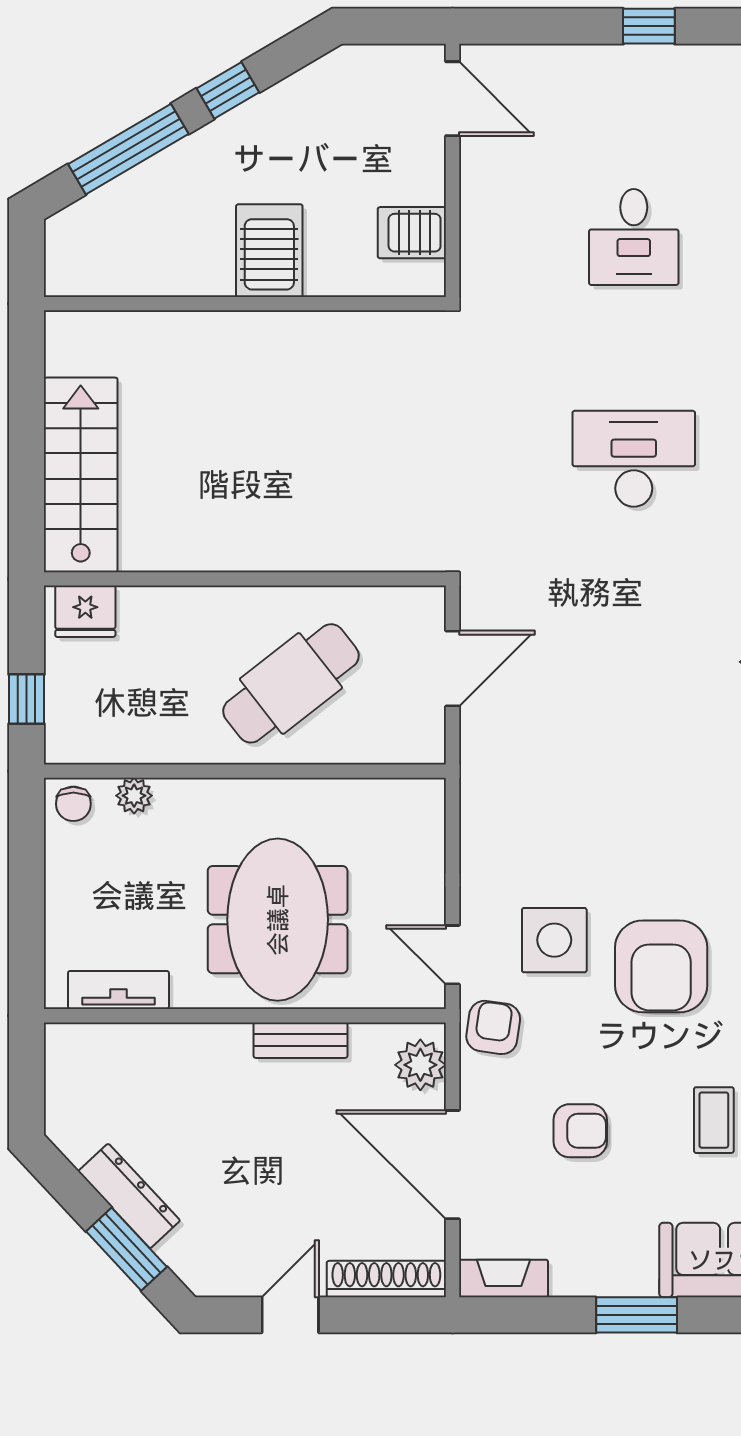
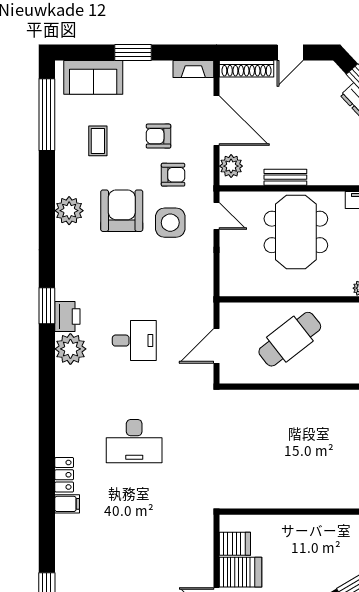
desk: (634, 237) -> (134, 341), moved, turned 90
server rack: (269, 251) -> (241, 572), moved, turned -90
armchair: (493, 1027) -> (173, 175), moved, turned -98

